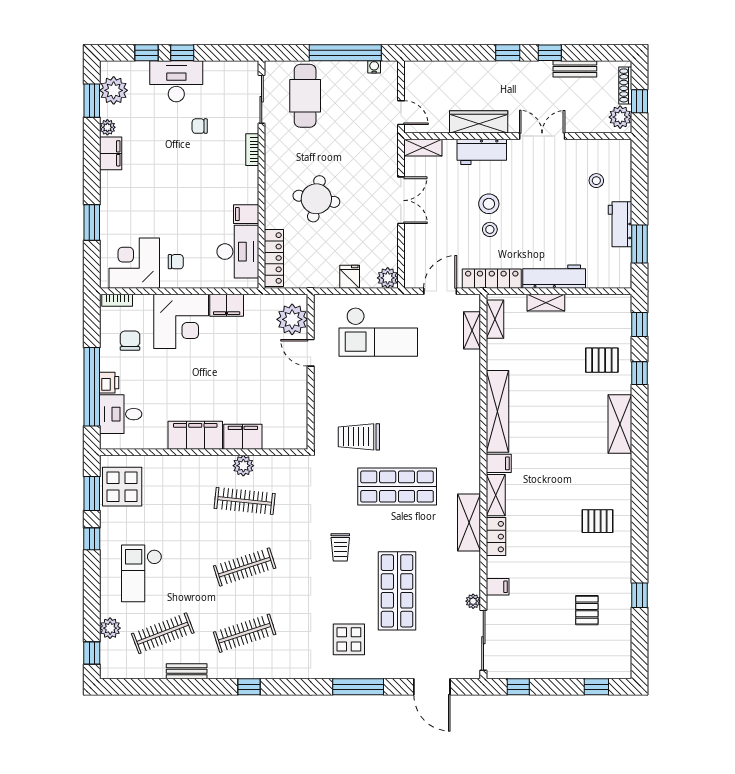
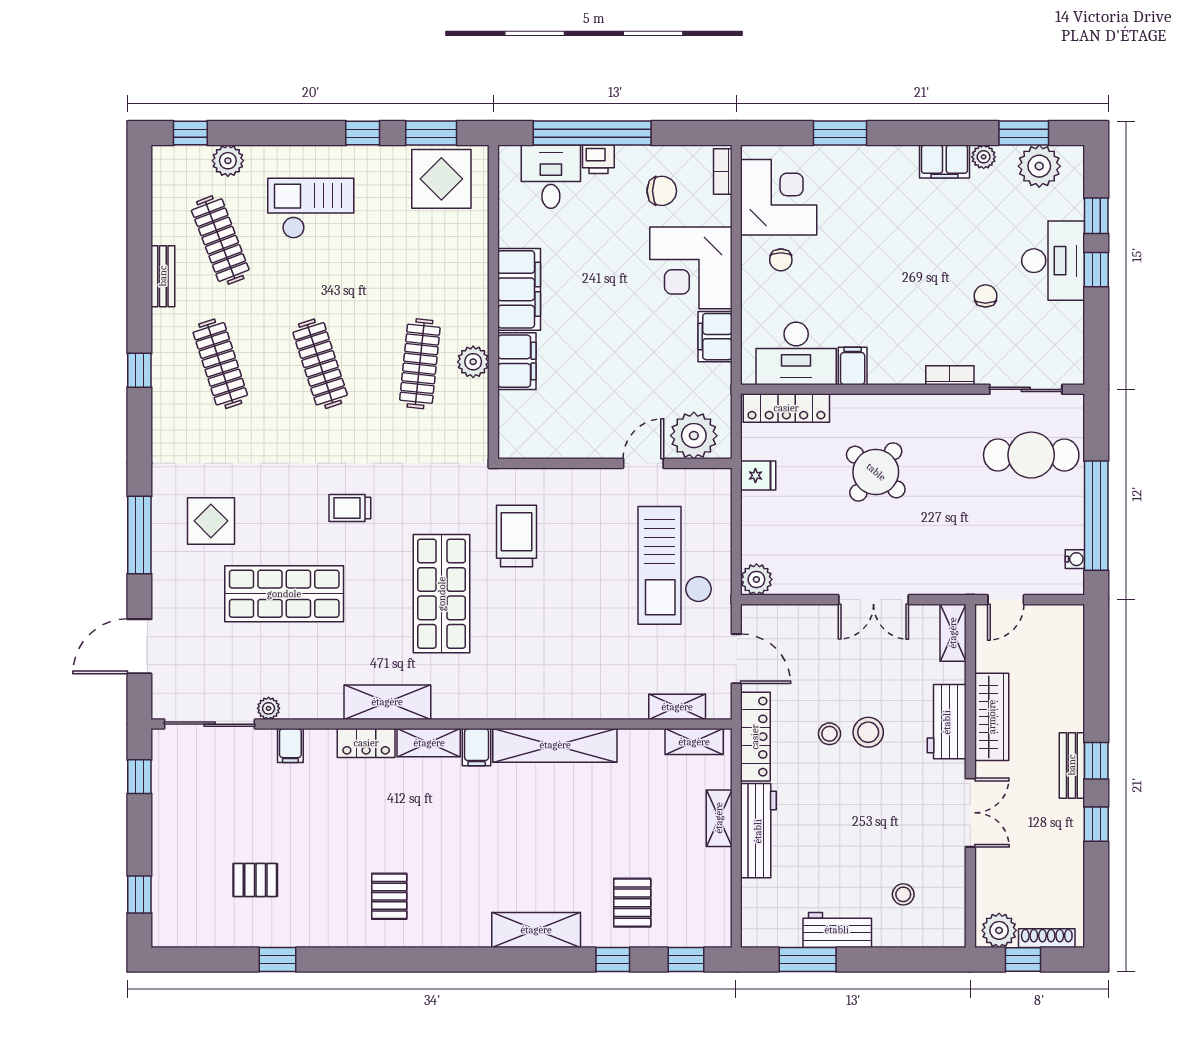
bench: (575, 69) -> (1072, 765), moved
round table: (316, 199) -> (876, 472), turned 30
fridge: (350, 277) -> (758, 475), moved

